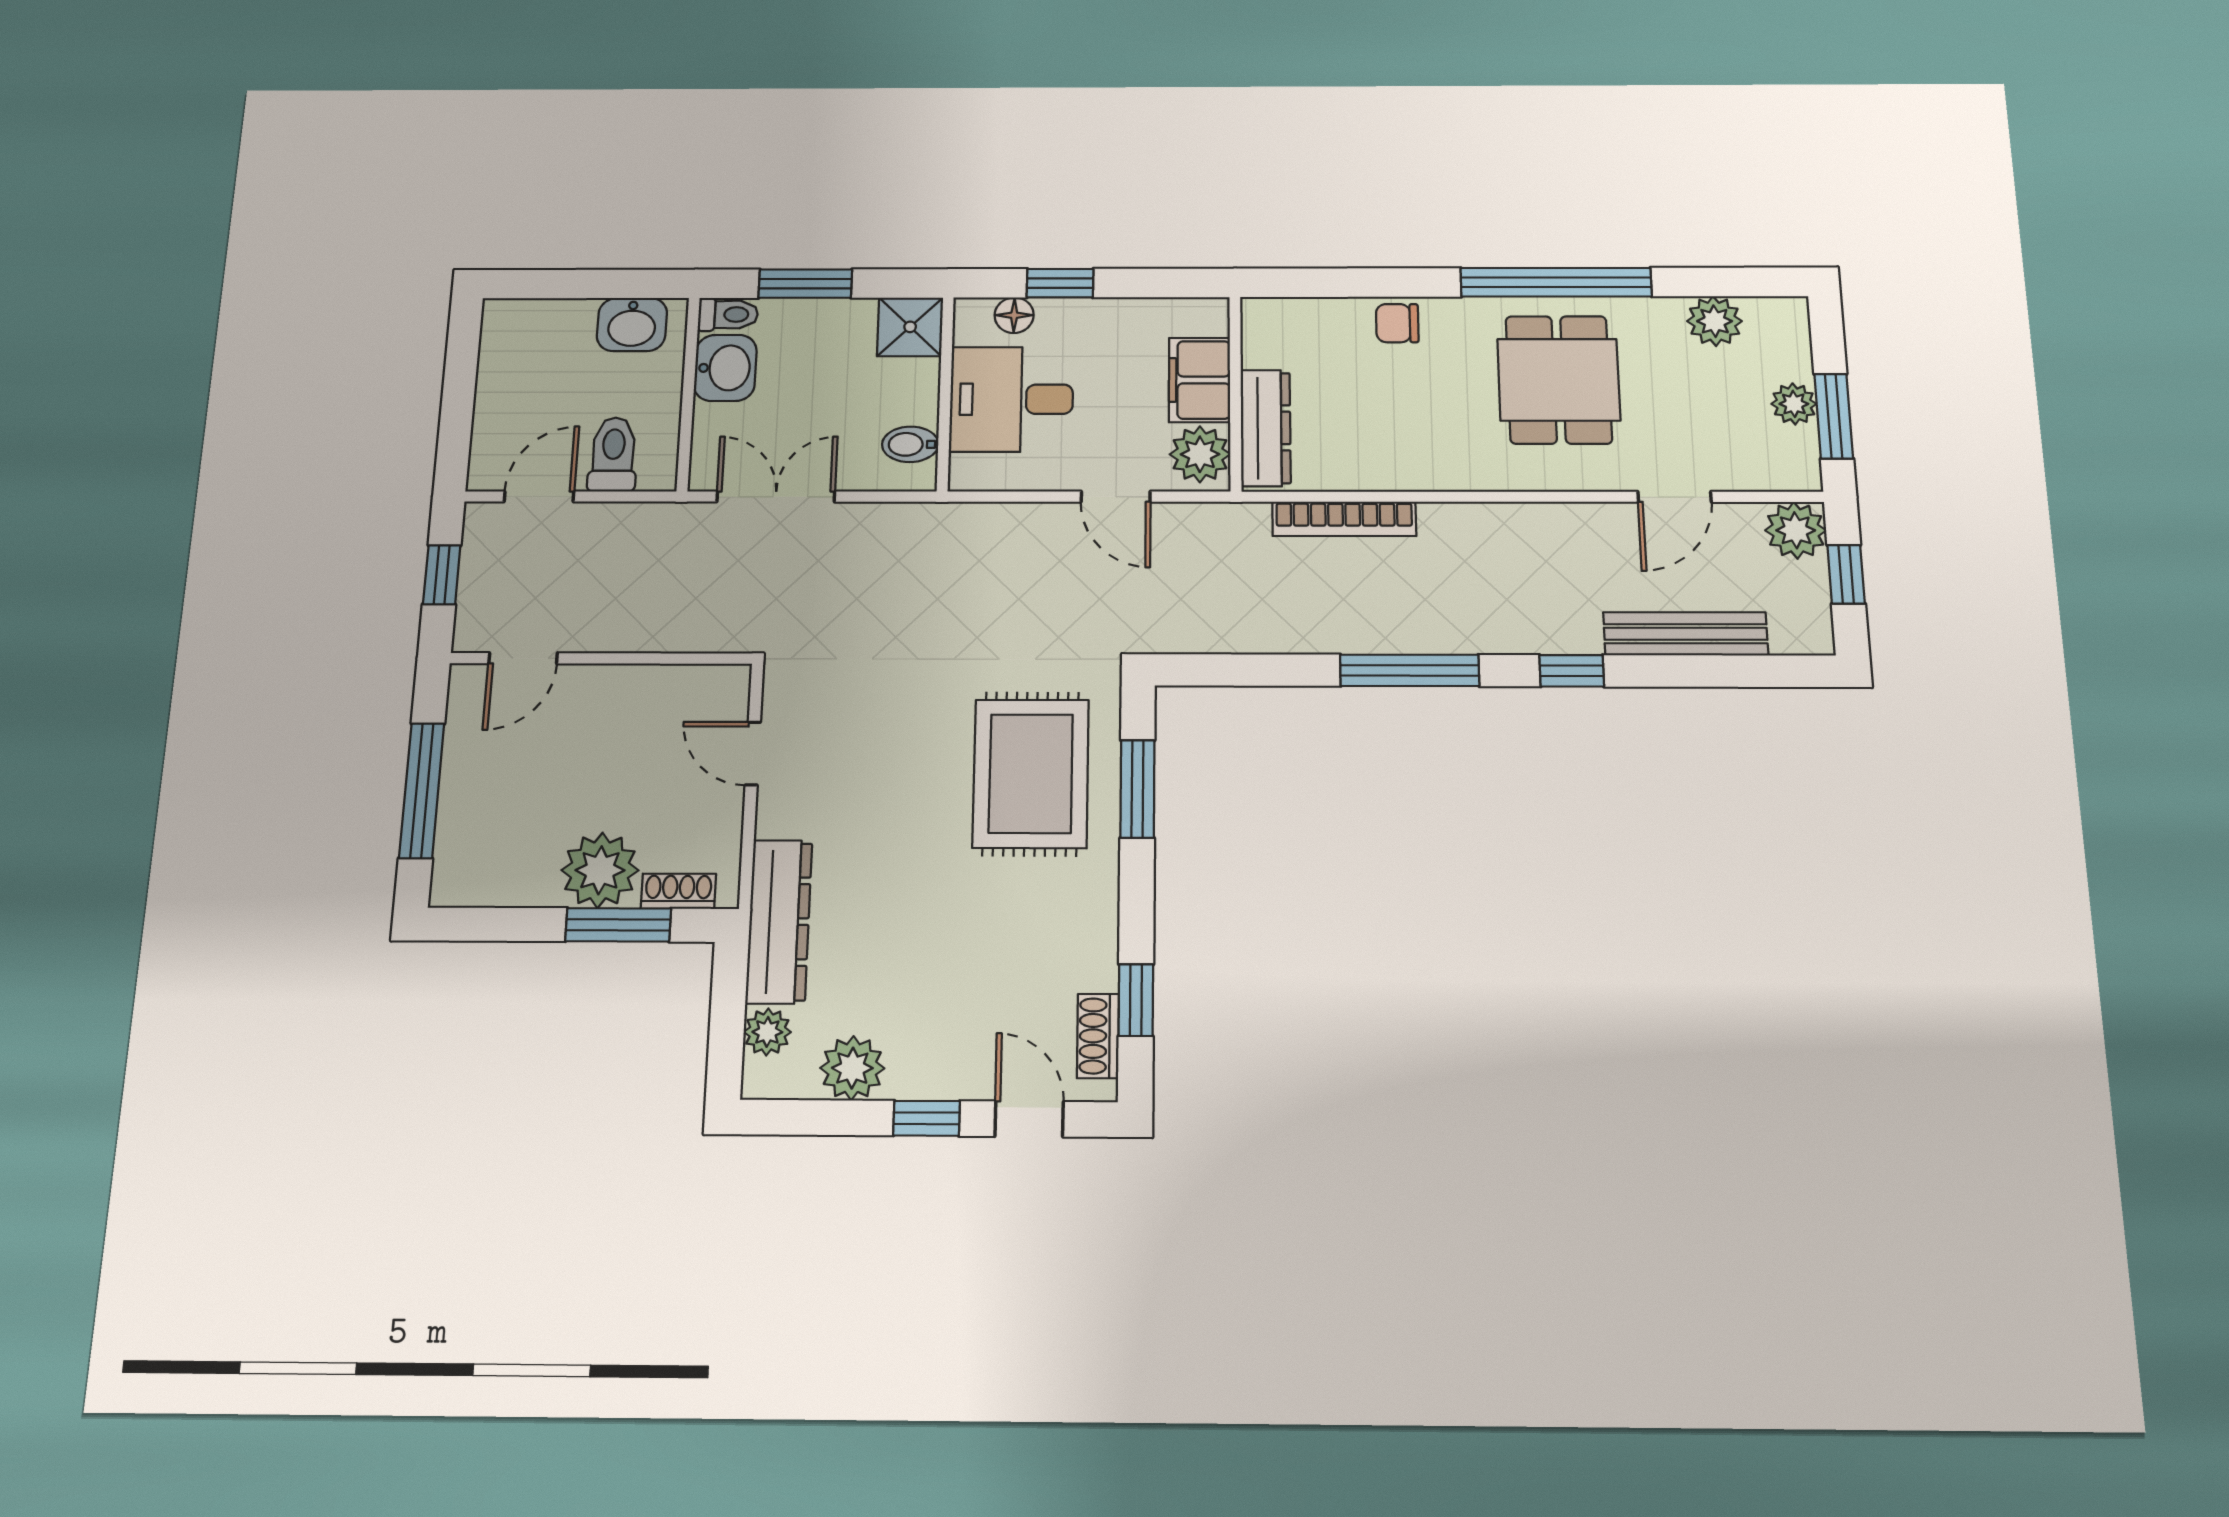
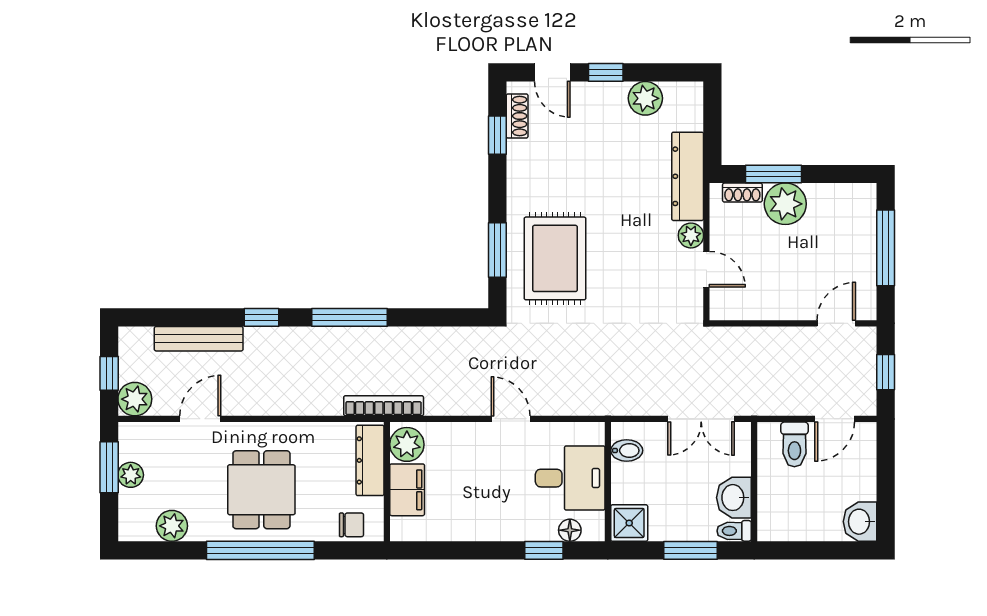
washbasin: (632, 325) -> (860, 522), moved, turned -90
filing cabinet: (1200, 380) -> (407, 490), moved
wall: (1235, 393) -> (387, 482), moved
dresser: (1266, 428) -> (370, 460), moved
plant: (1200, 454) -> (407, 444), moved
plant: (767, 1032) -> (691, 235), moved

